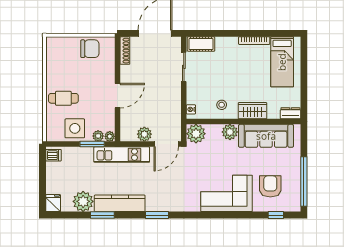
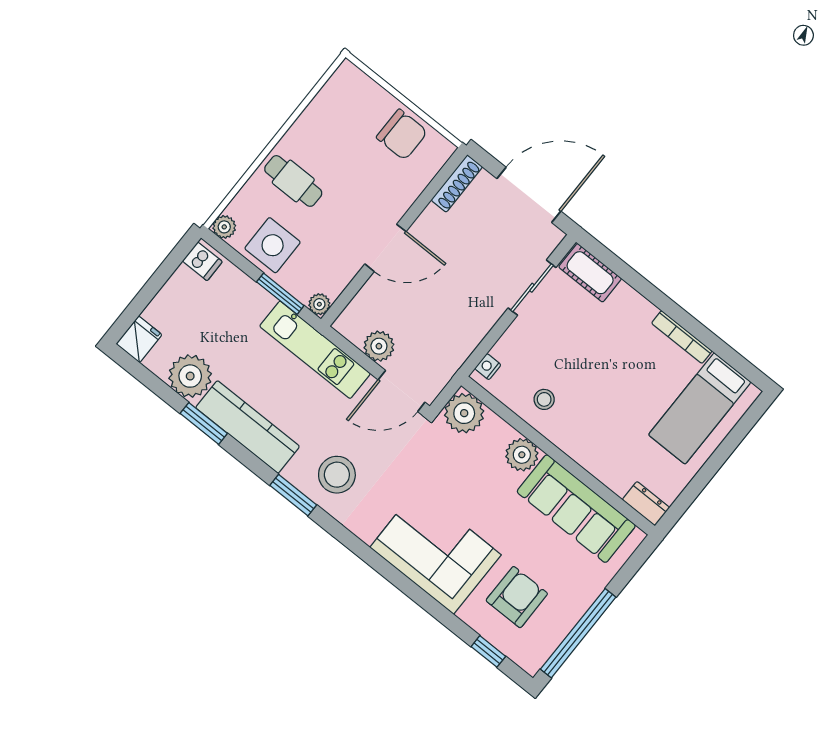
wardrobe: (252, 111) -> (587, 450), removed
plant: (98, 136) -> (224, 227), moved
stool: (167, 194) -> (337, 475), added

